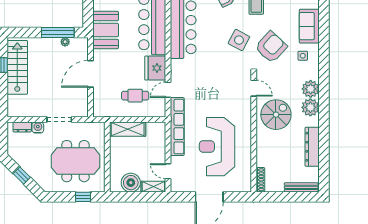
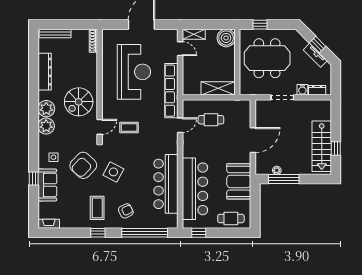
window: (324, 33) -> (34, 179), added
fridge: (155, 68) -> (192, 146), removed
coffee table: (222, 87) -> (129, 128), added
door: (254, 88) -> (100, 127), swing flipped
tv unit: (24, 164) -> (315, 55), added
boiler: (131, 183) -> (226, 38), moved

